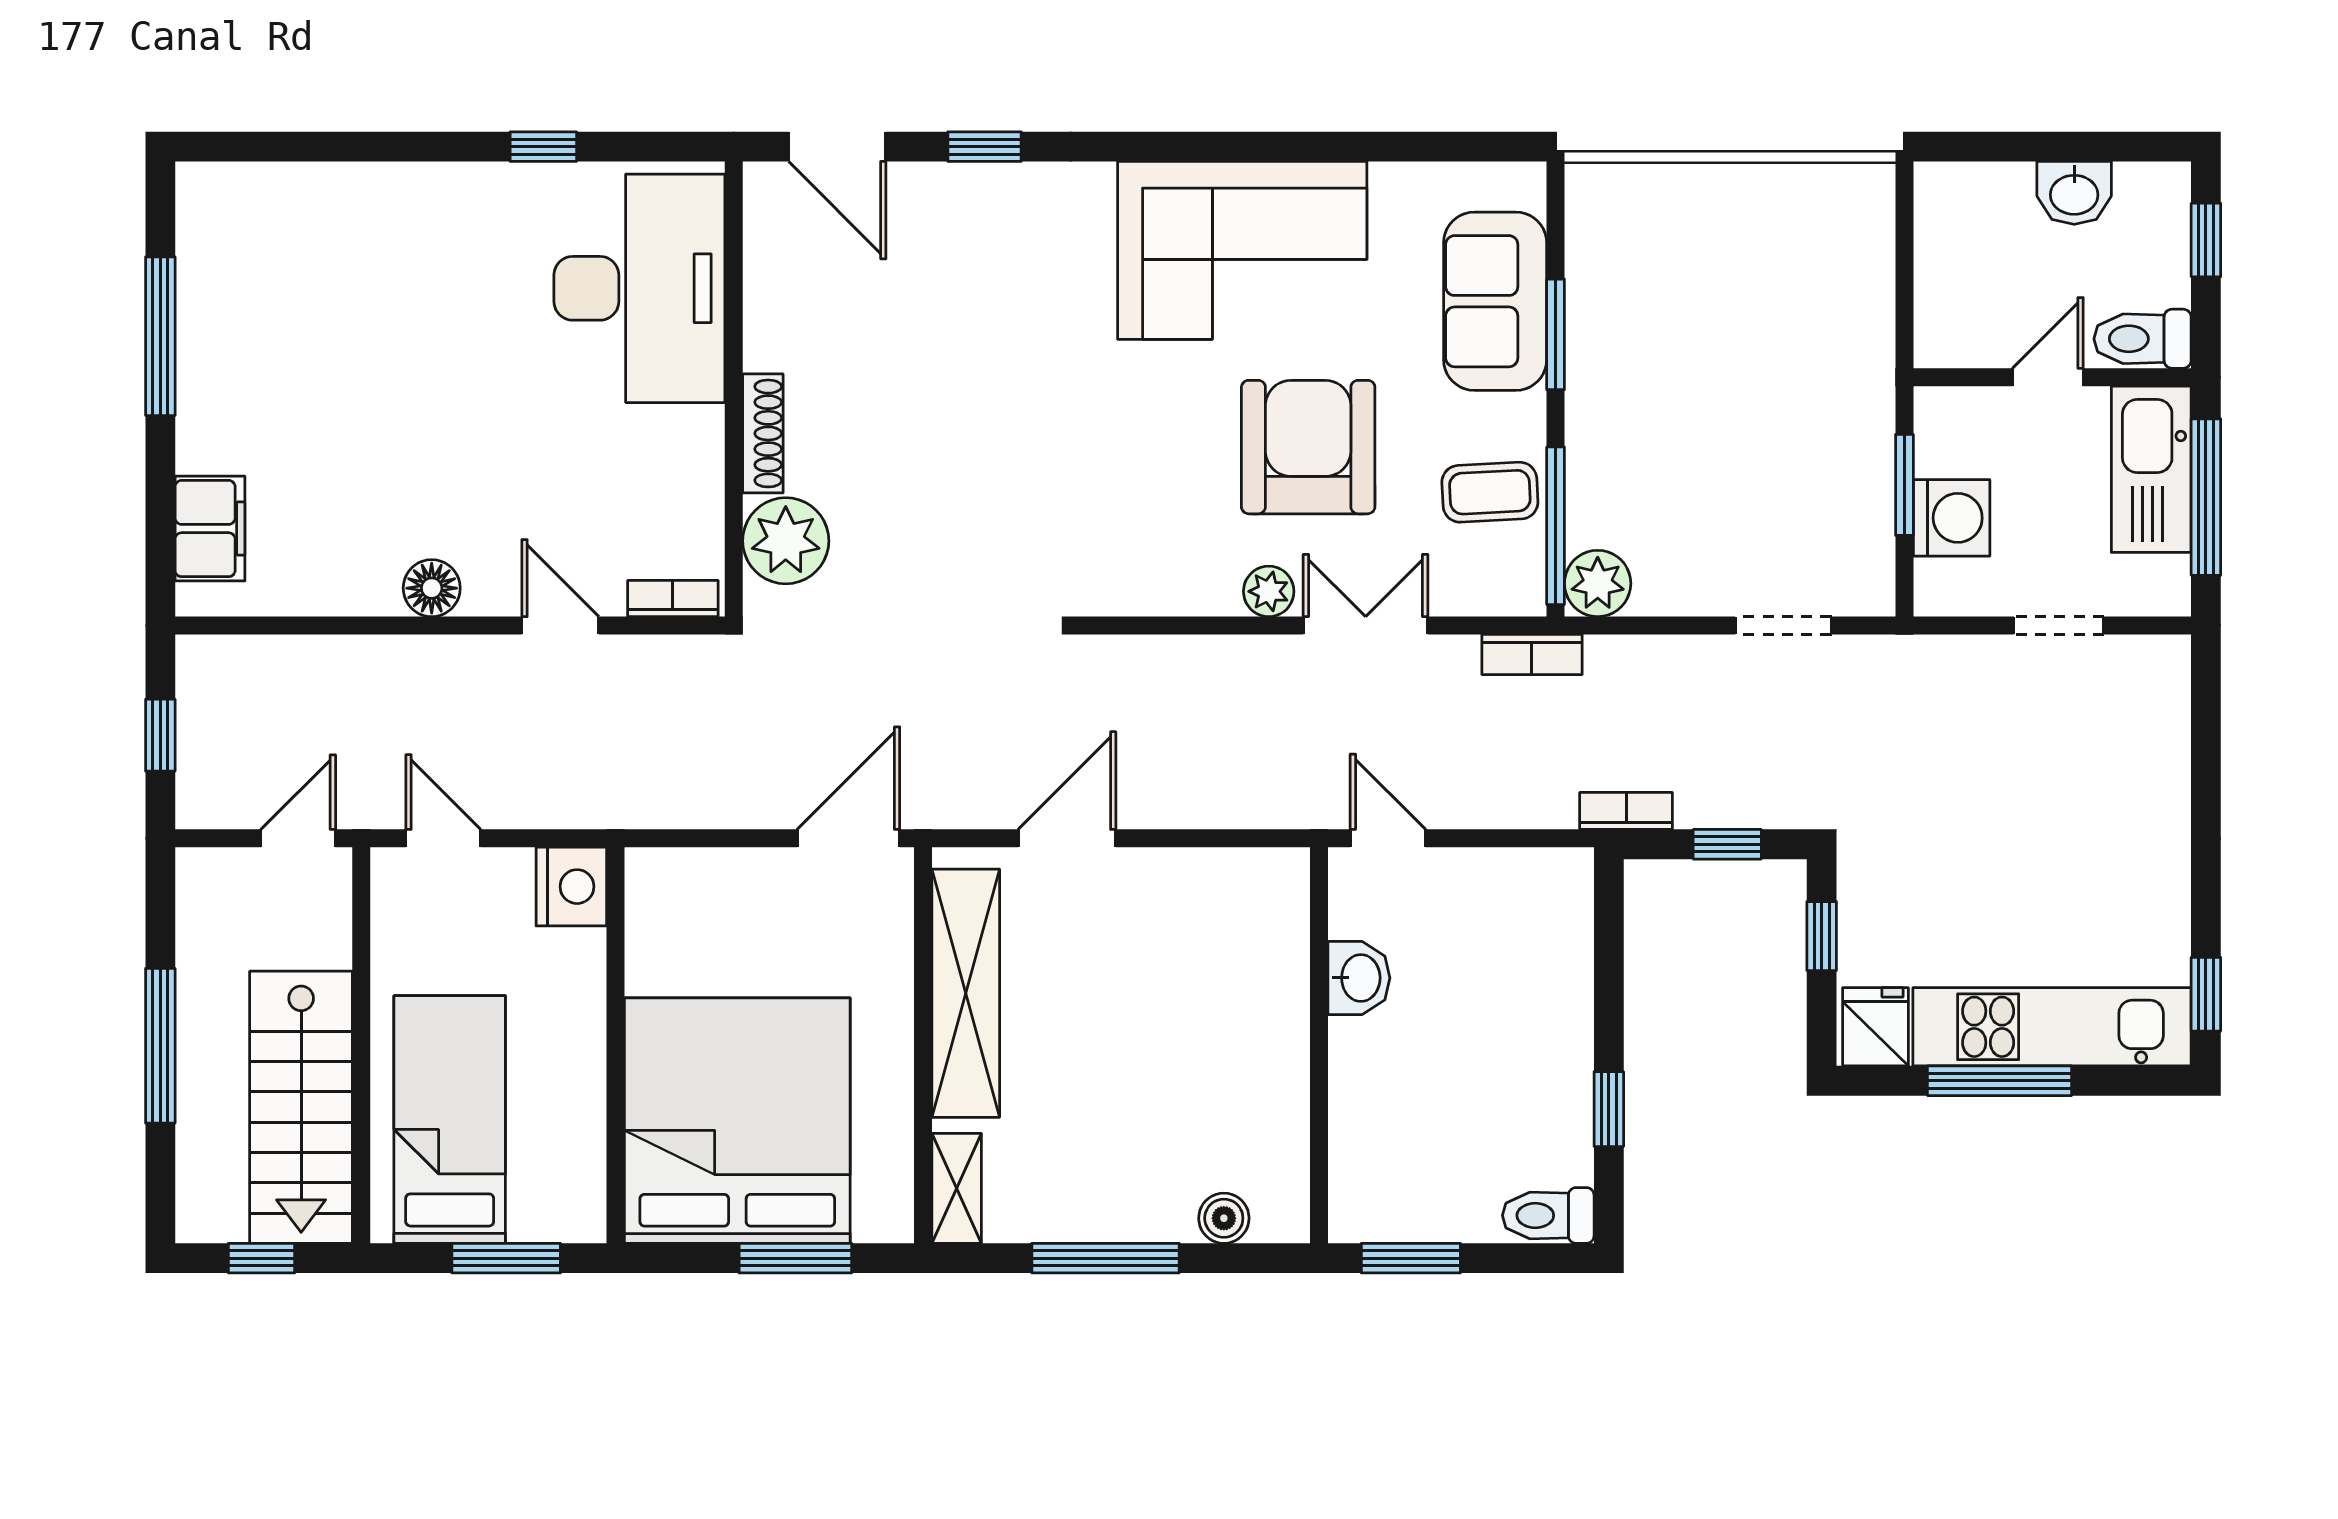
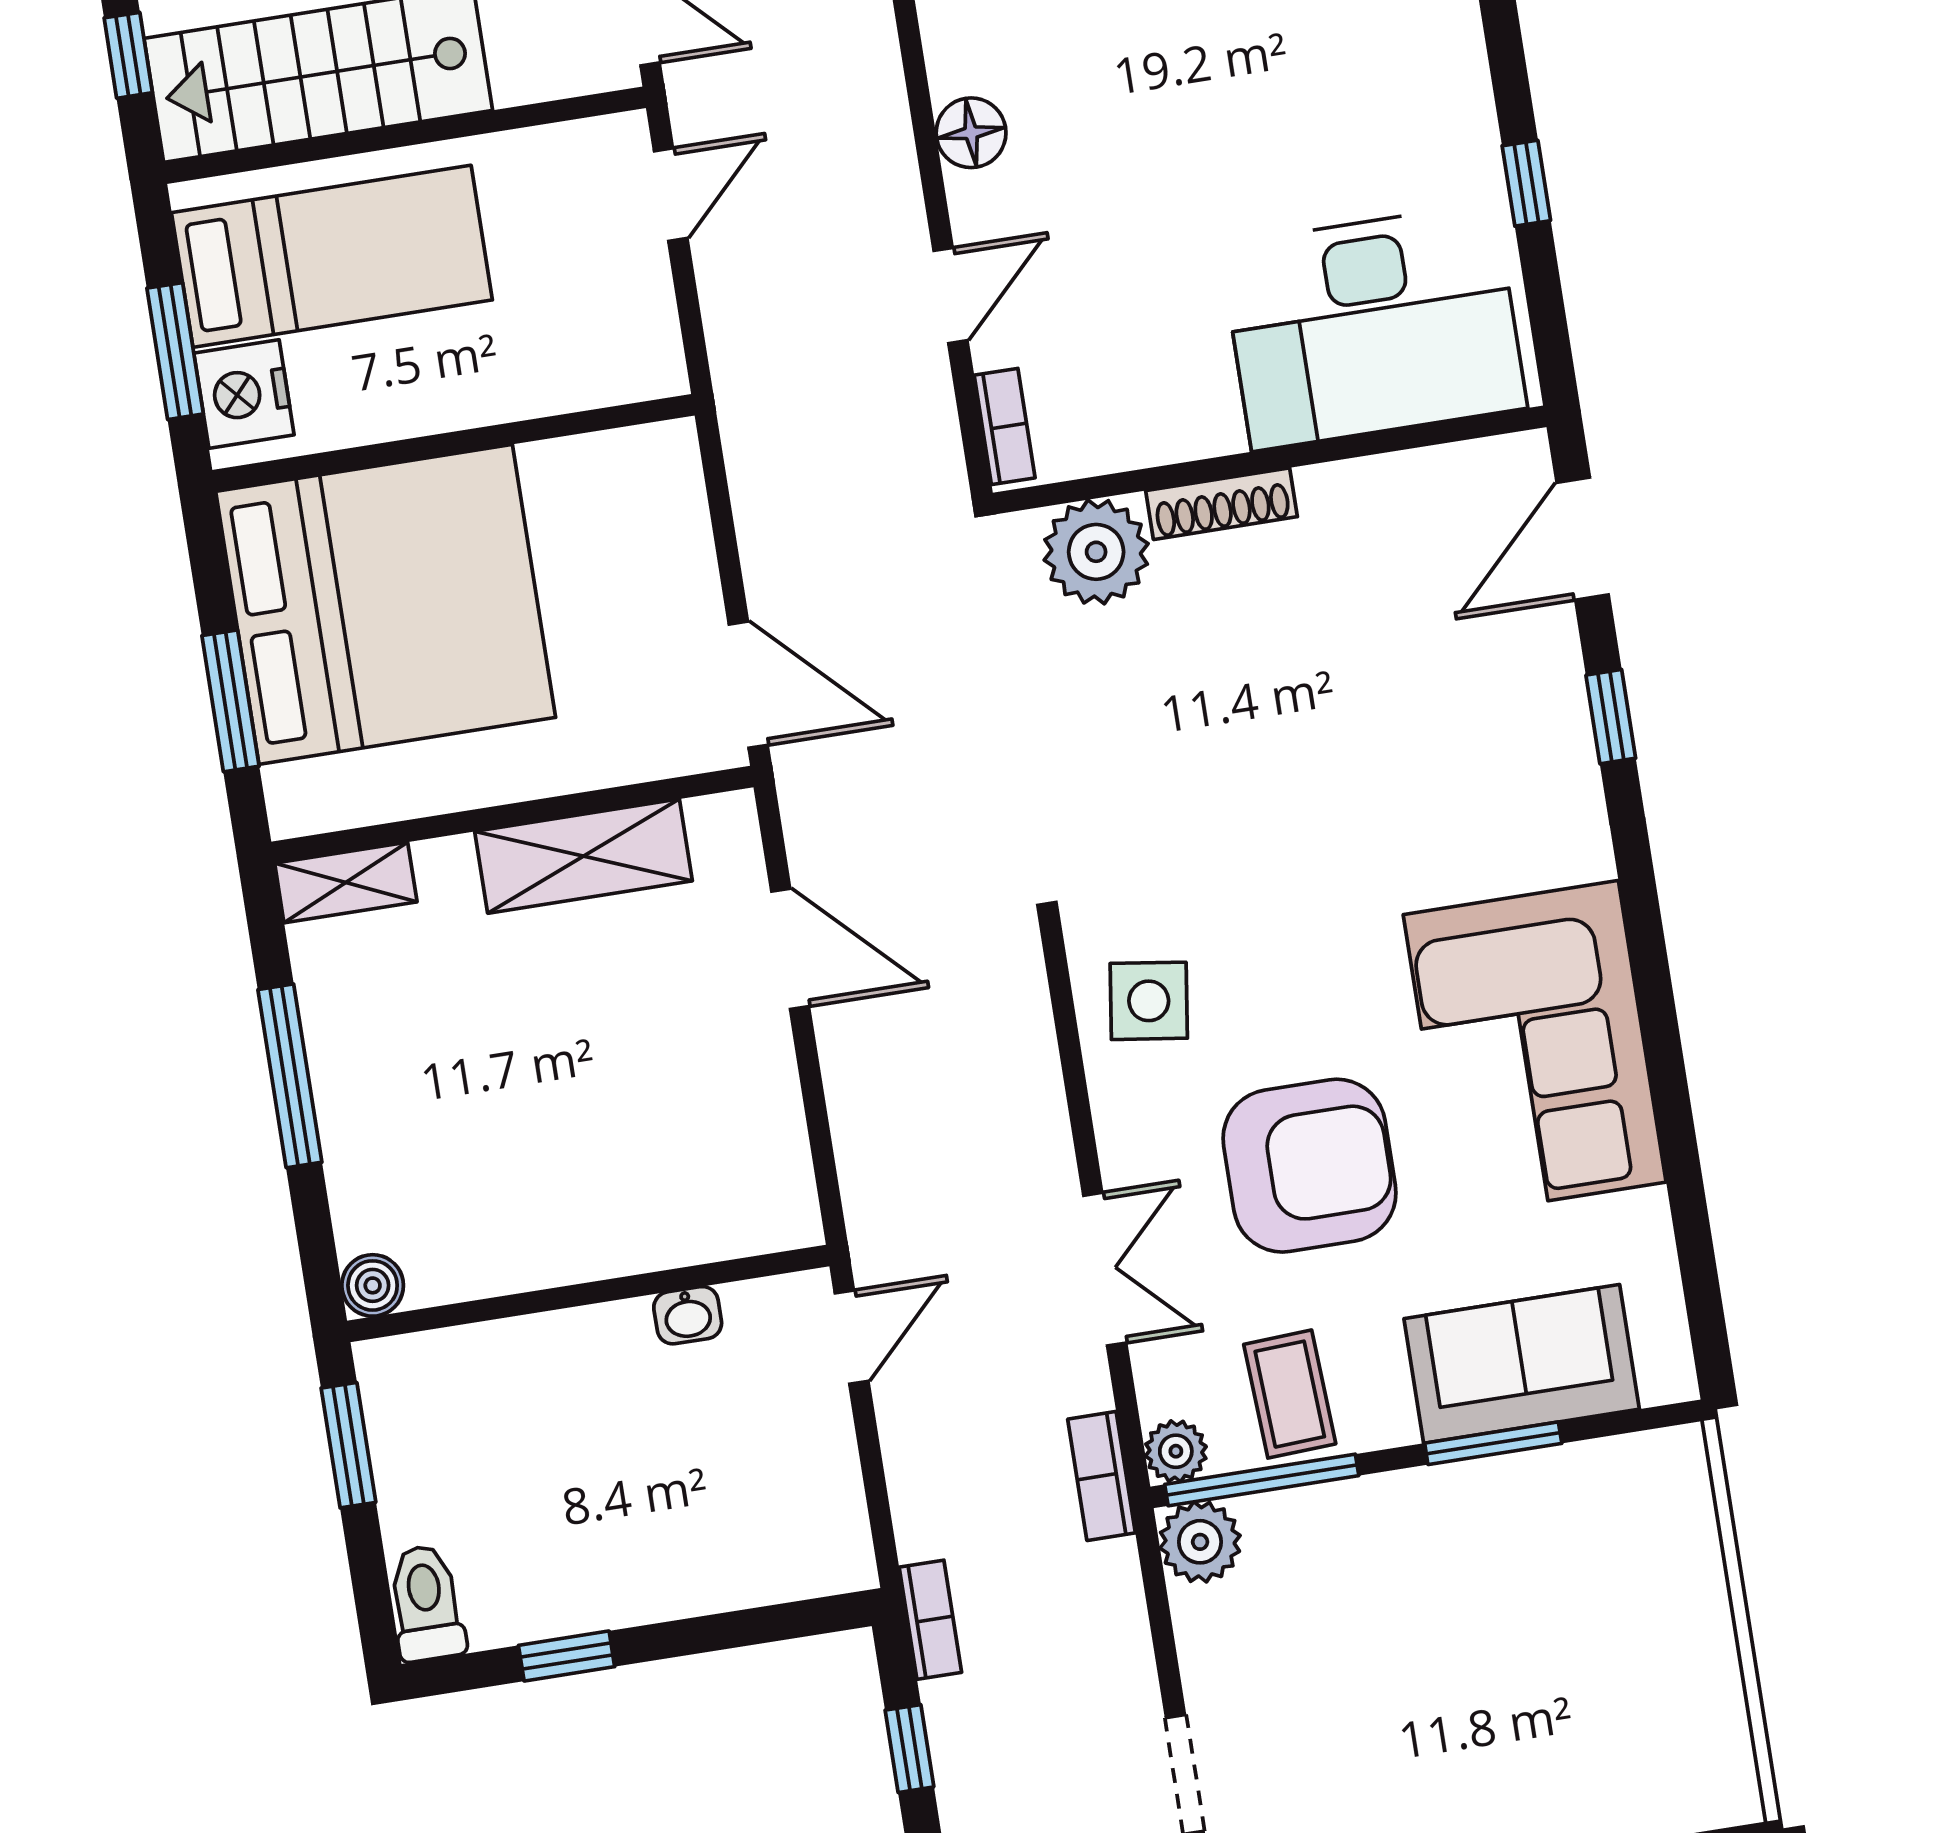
side table: (1155, 556) -> (1149, 1001), added
plant: (1269, 591) -> (1176, 1451), moved
nightstand: (571, 887) -> (244, 394), moved, turned 90
washbasin: (1359, 978) -> (688, 1315), width x0.72, depth x0.69
shelving: (966, 993) -> (584, 856), width x0.68
boiler: (1224, 1218) -> (373, 1285), moved

